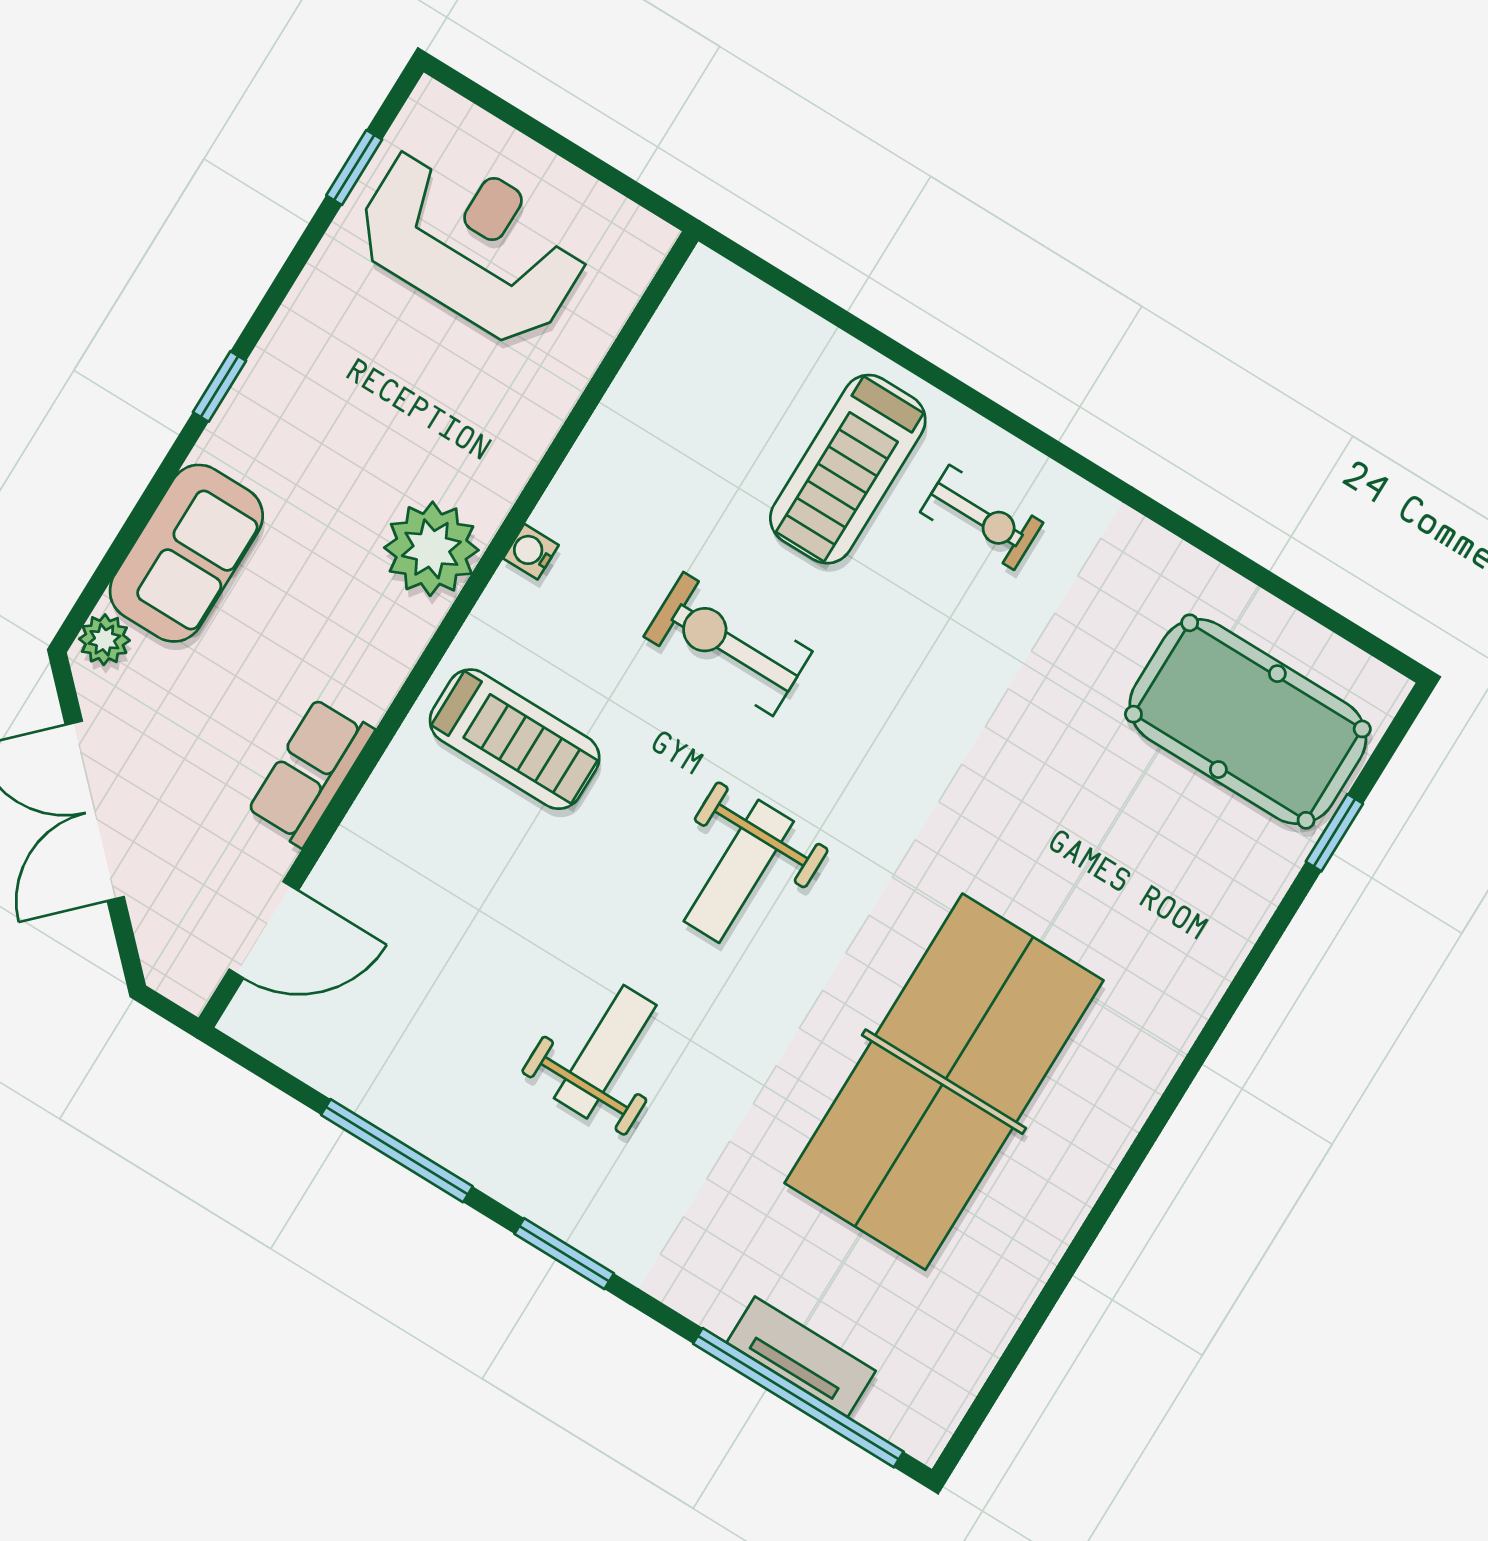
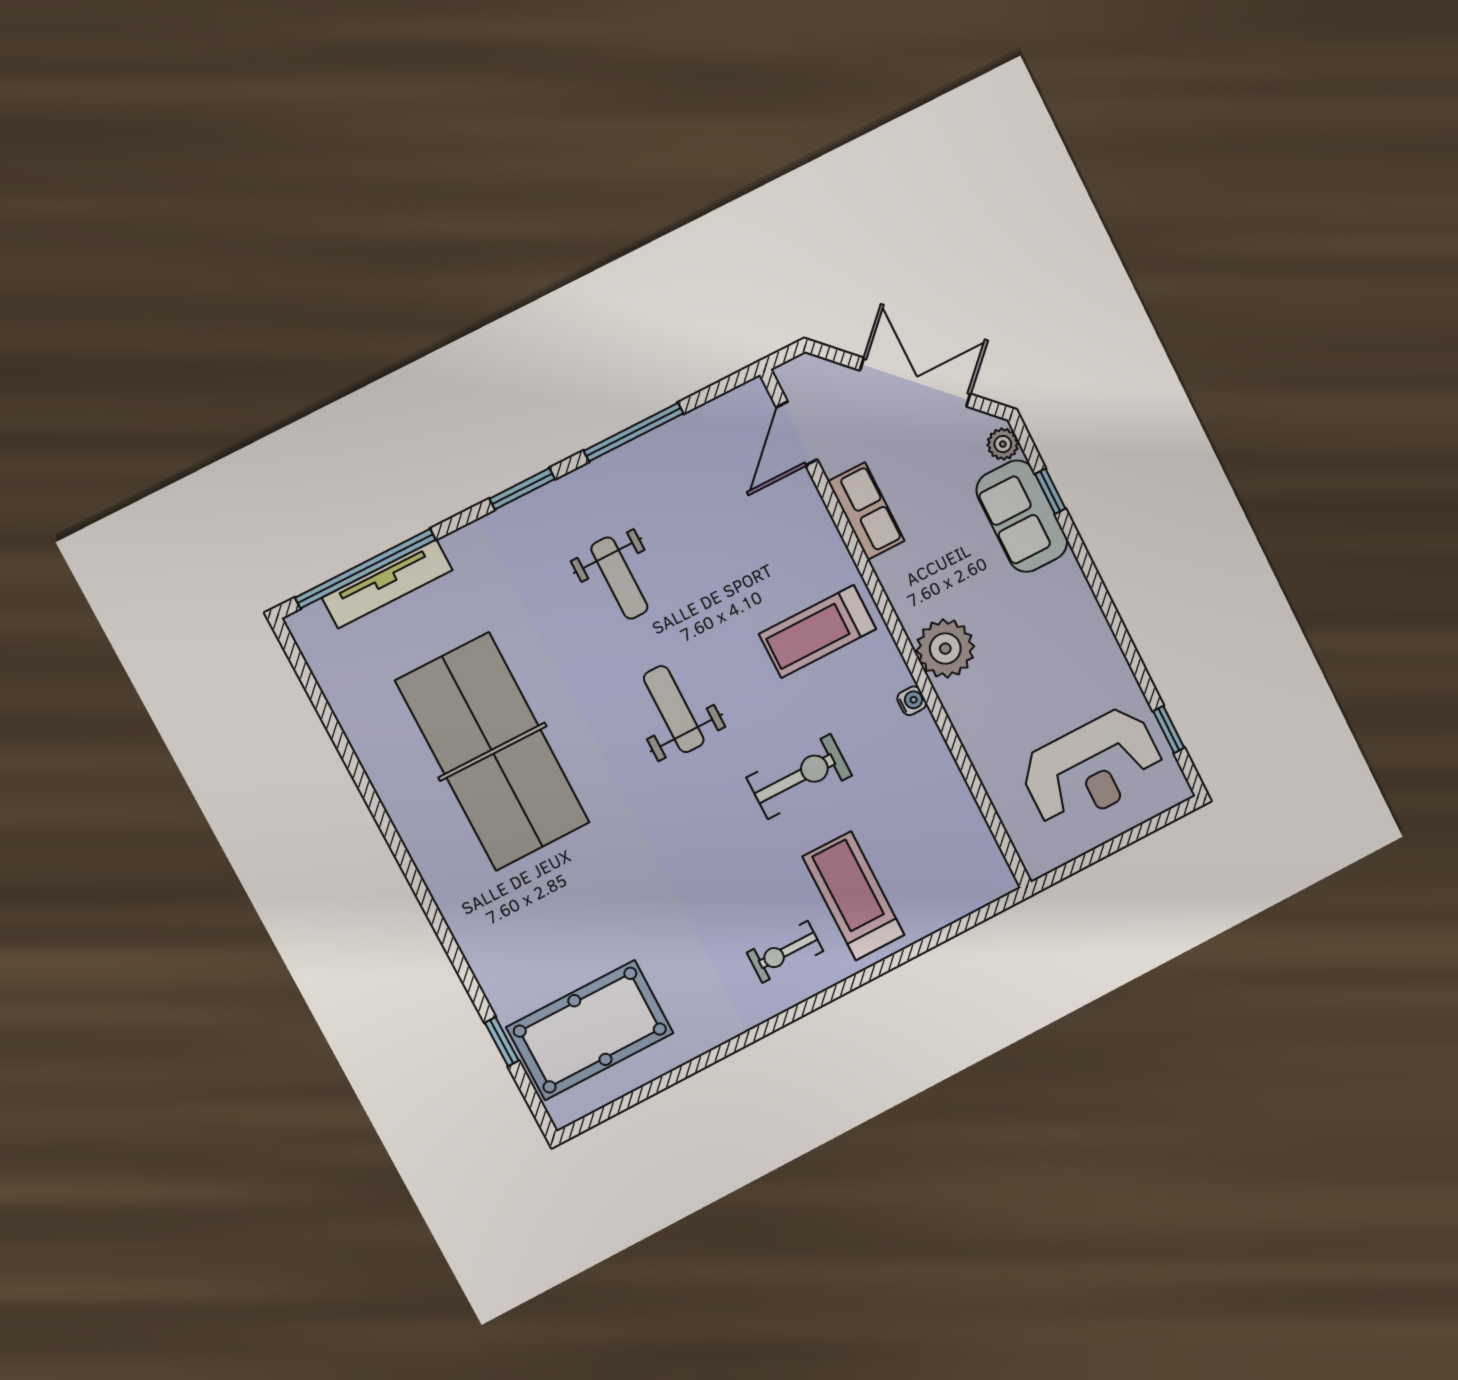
window: (220, 386) -> (1050, 491), moved
tv unit: (801, 1357) -> (387, 584), width x1.41

